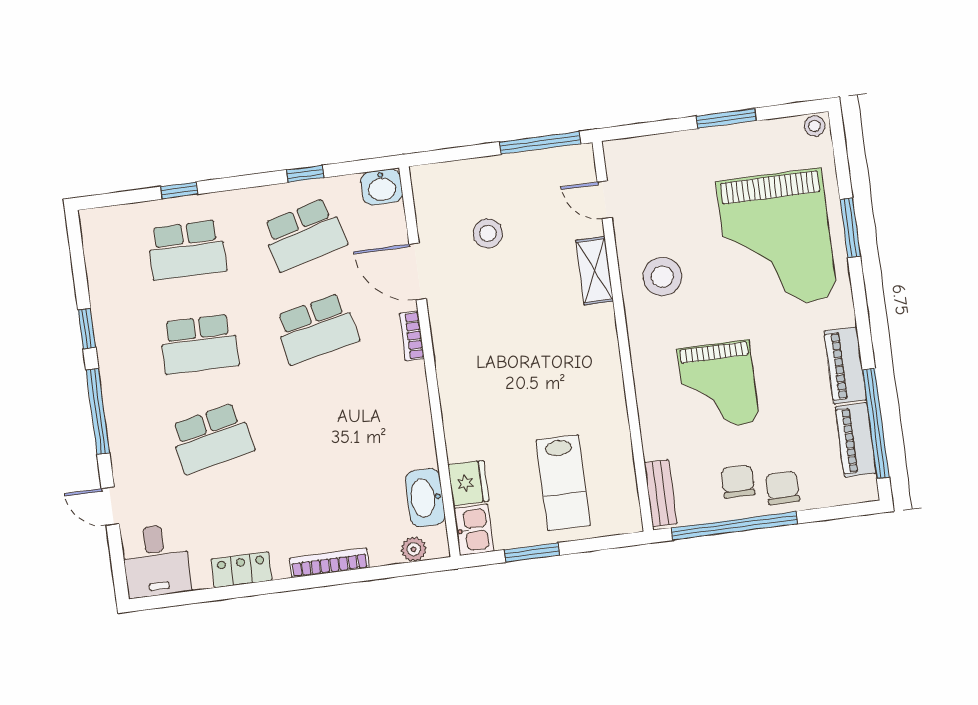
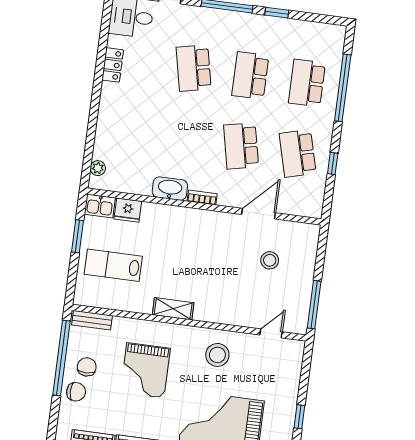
window: (726, 118) -> (299, 417), width x0.67
washbasin: (382, 187) -> (313, 206), removed
window: (179, 190) -> (343, 88), width x3.17
shelving: (594, 271) -> (173, 309), moved
bookcase: (412, 336) -> (202, 198), moved
grand piano: (718, 386) -> (145, 370), turned -90
chair: (738, 482) -> (87, 367), turned -90
washbasin: (425, 498) -> (170, 189), moved
bookcase: (329, 563) -> (103, 117), removed

